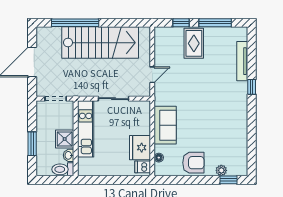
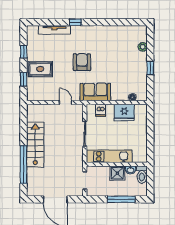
window: (215, 23) -> (24, 52), width x0.46
stairs: (100, 43) -> (35, 145), width x0.73, depth x0.66
sofa: (165, 125) -> (95, 92), moved
window: (32, 144) -> (121, 199), width x1.44
armchair: (193, 163) -> (82, 62), moved
dishwasher: (143, 167) -> (101, 110), moved
window: (229, 180) -> (150, 68), moved

